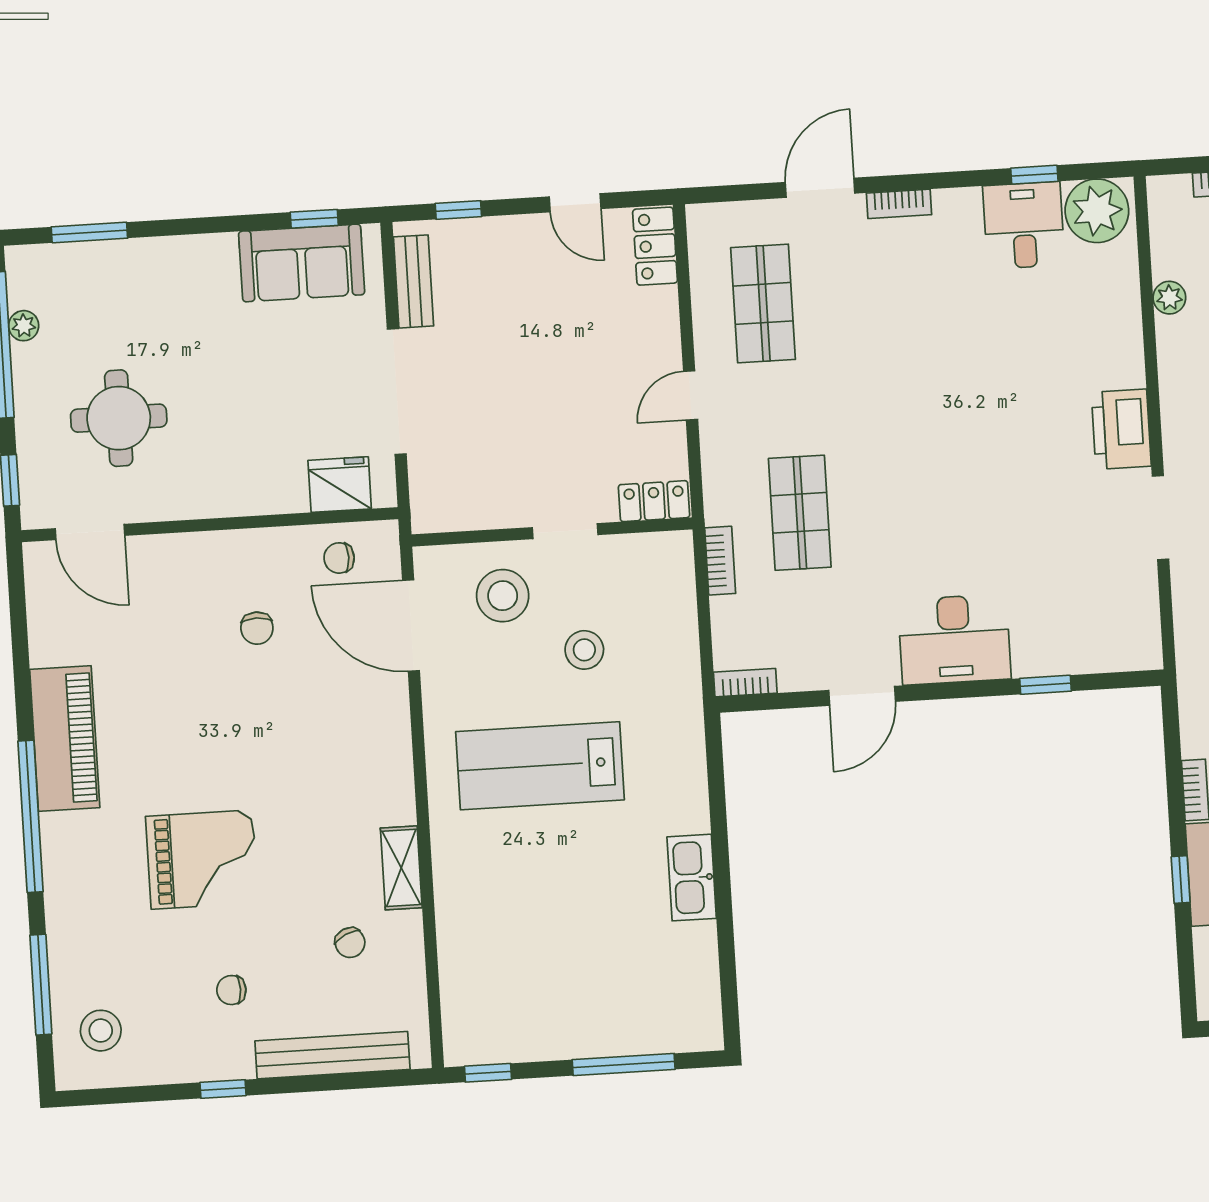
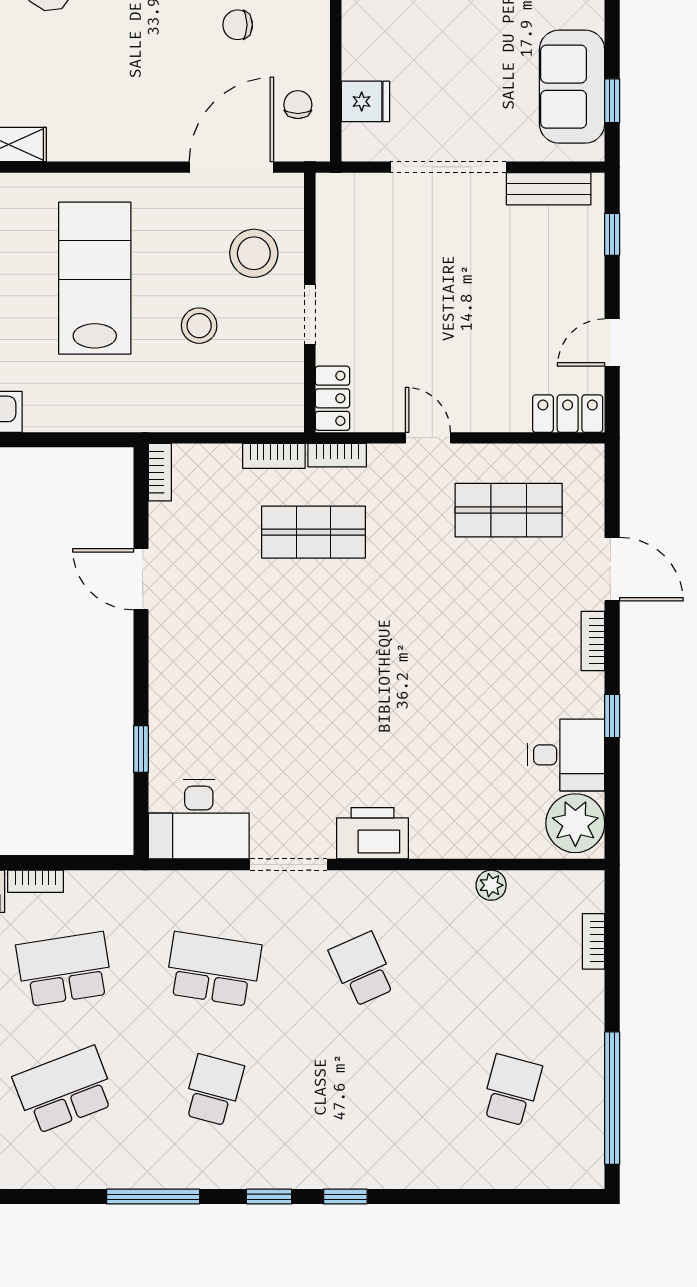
window: (1034, 175) -> (612, 716), moved
fridge: (340, 485) -> (365, 101), width x0.72
bookcase: (715, 492) -> (337, 455), added
desk: (954, 639) -> (199, 819), moved, turned -90

